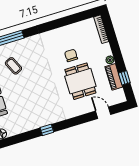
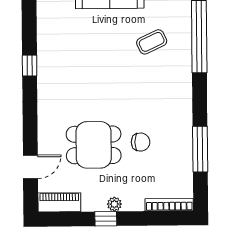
window: (65, 21) -> (200, 149), added
piano: (114, 77) -> (59, 202), moved
window: (124, 78) -> (106, 219), moved

